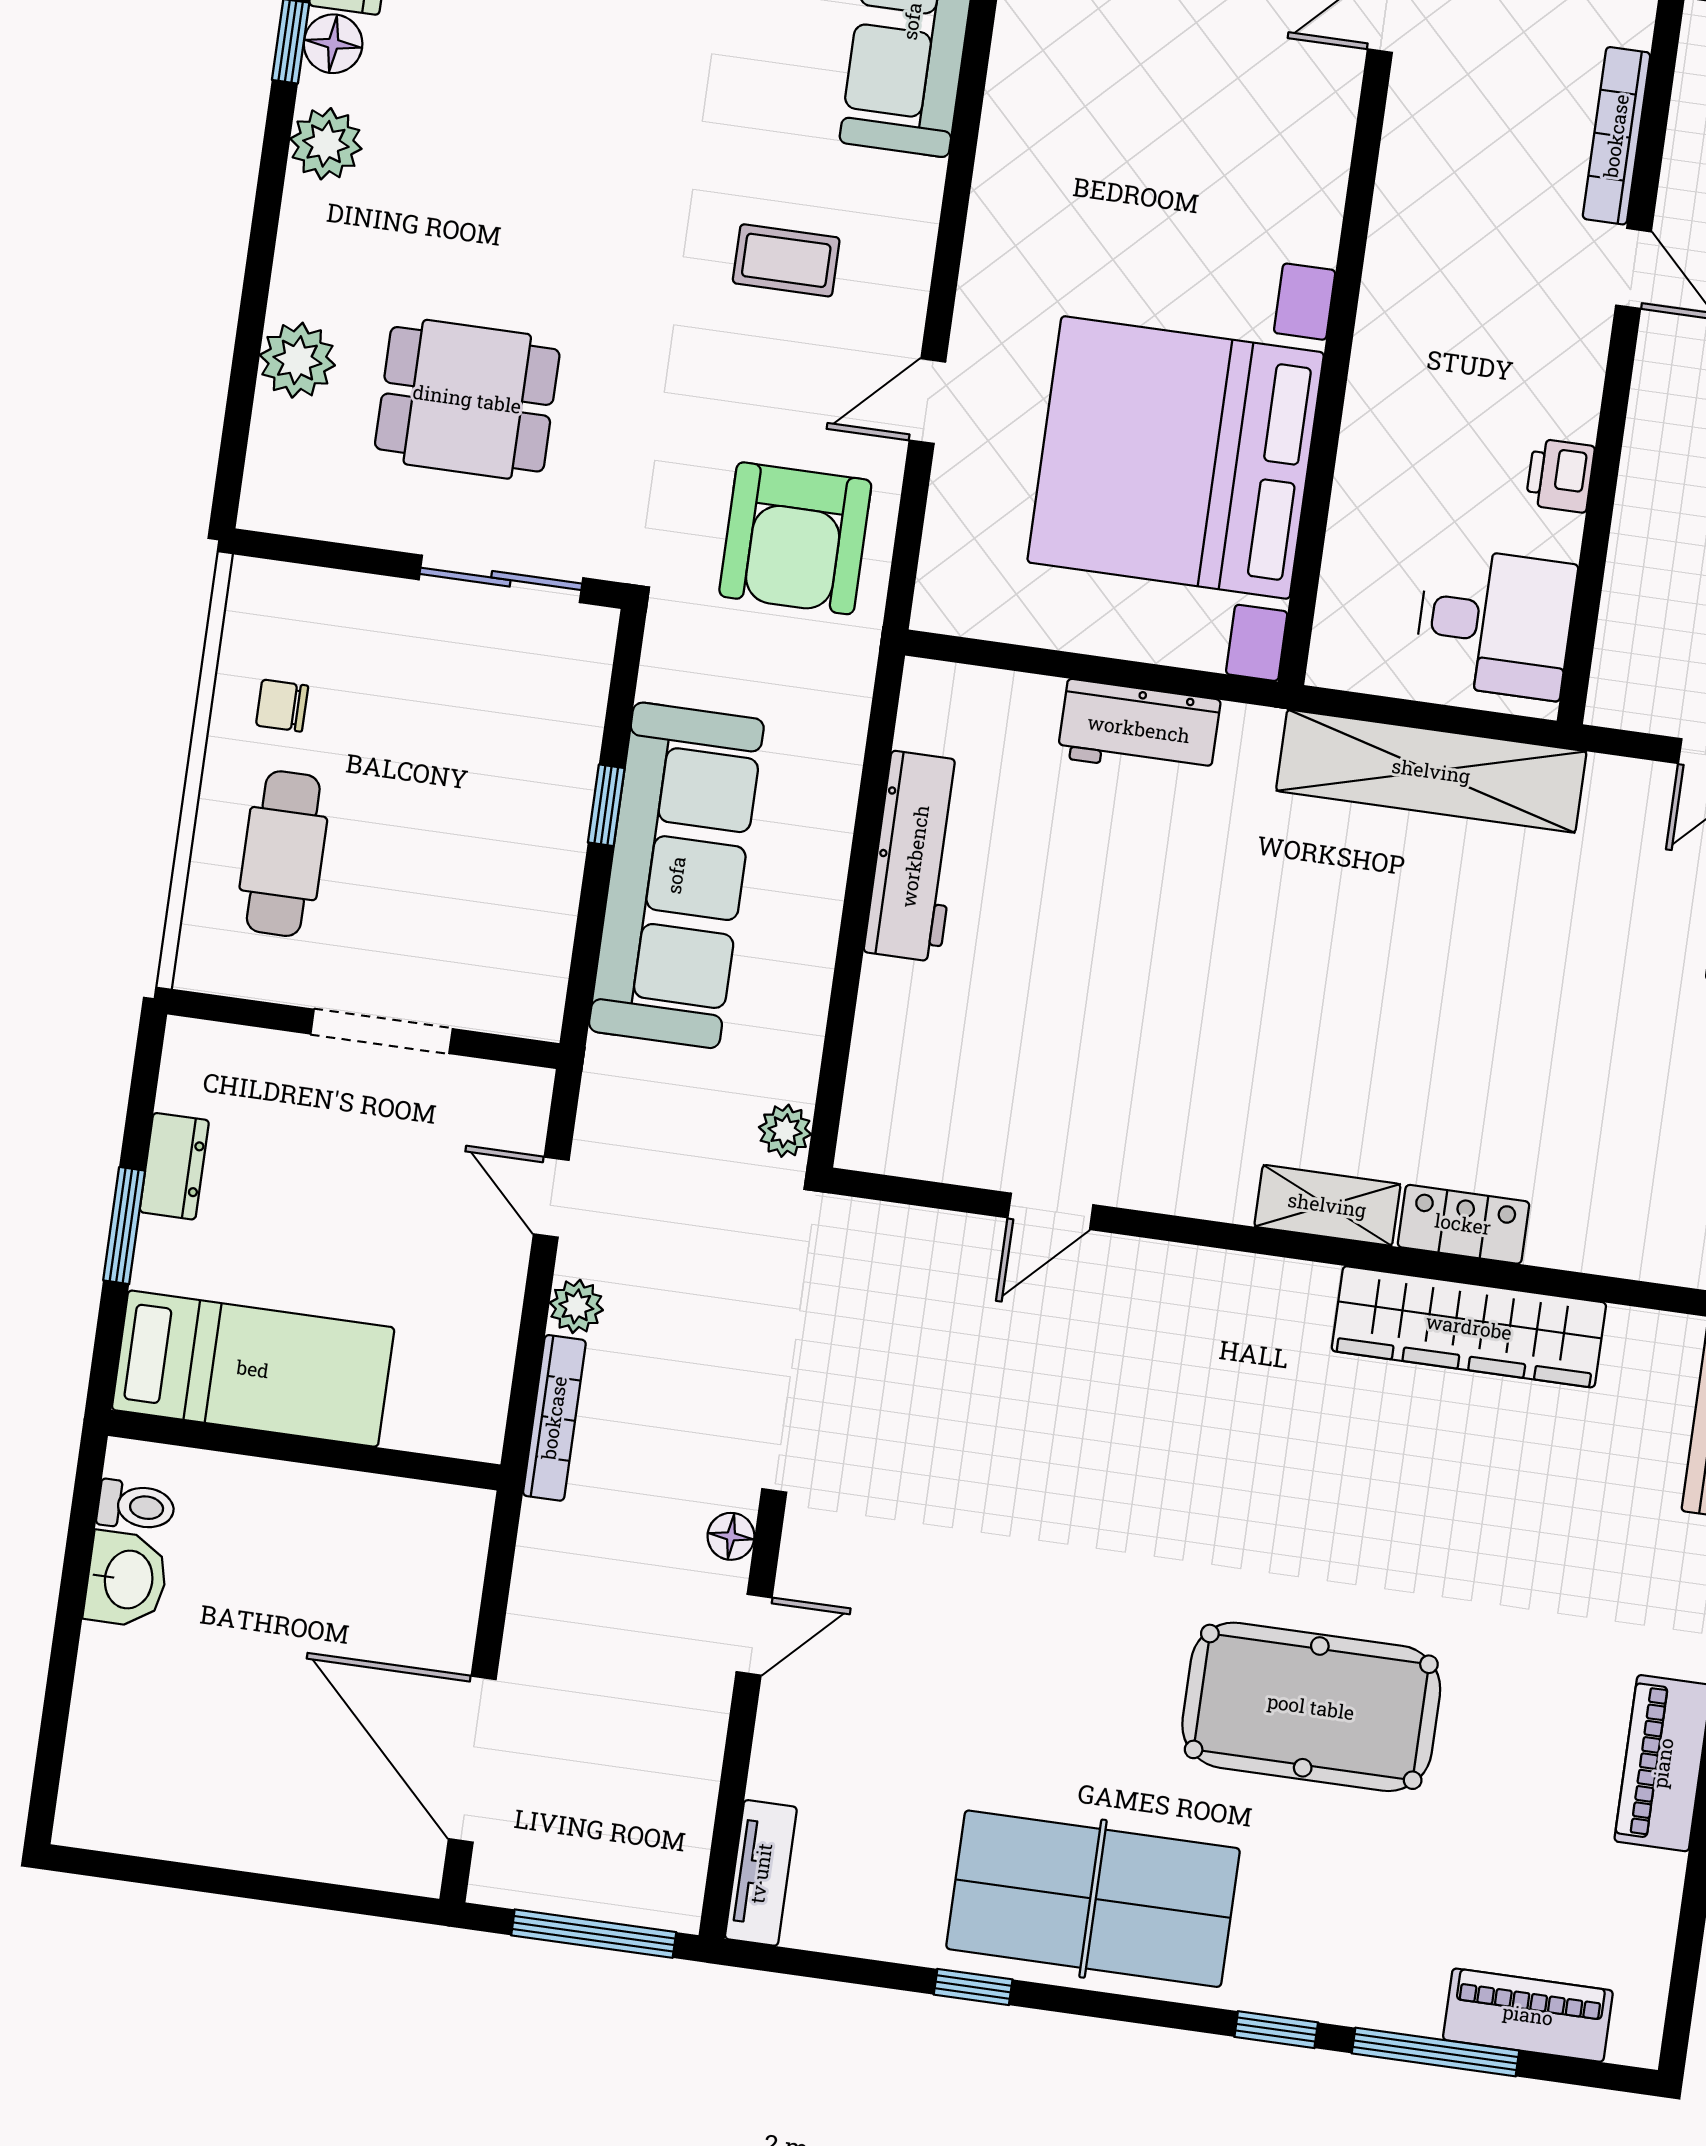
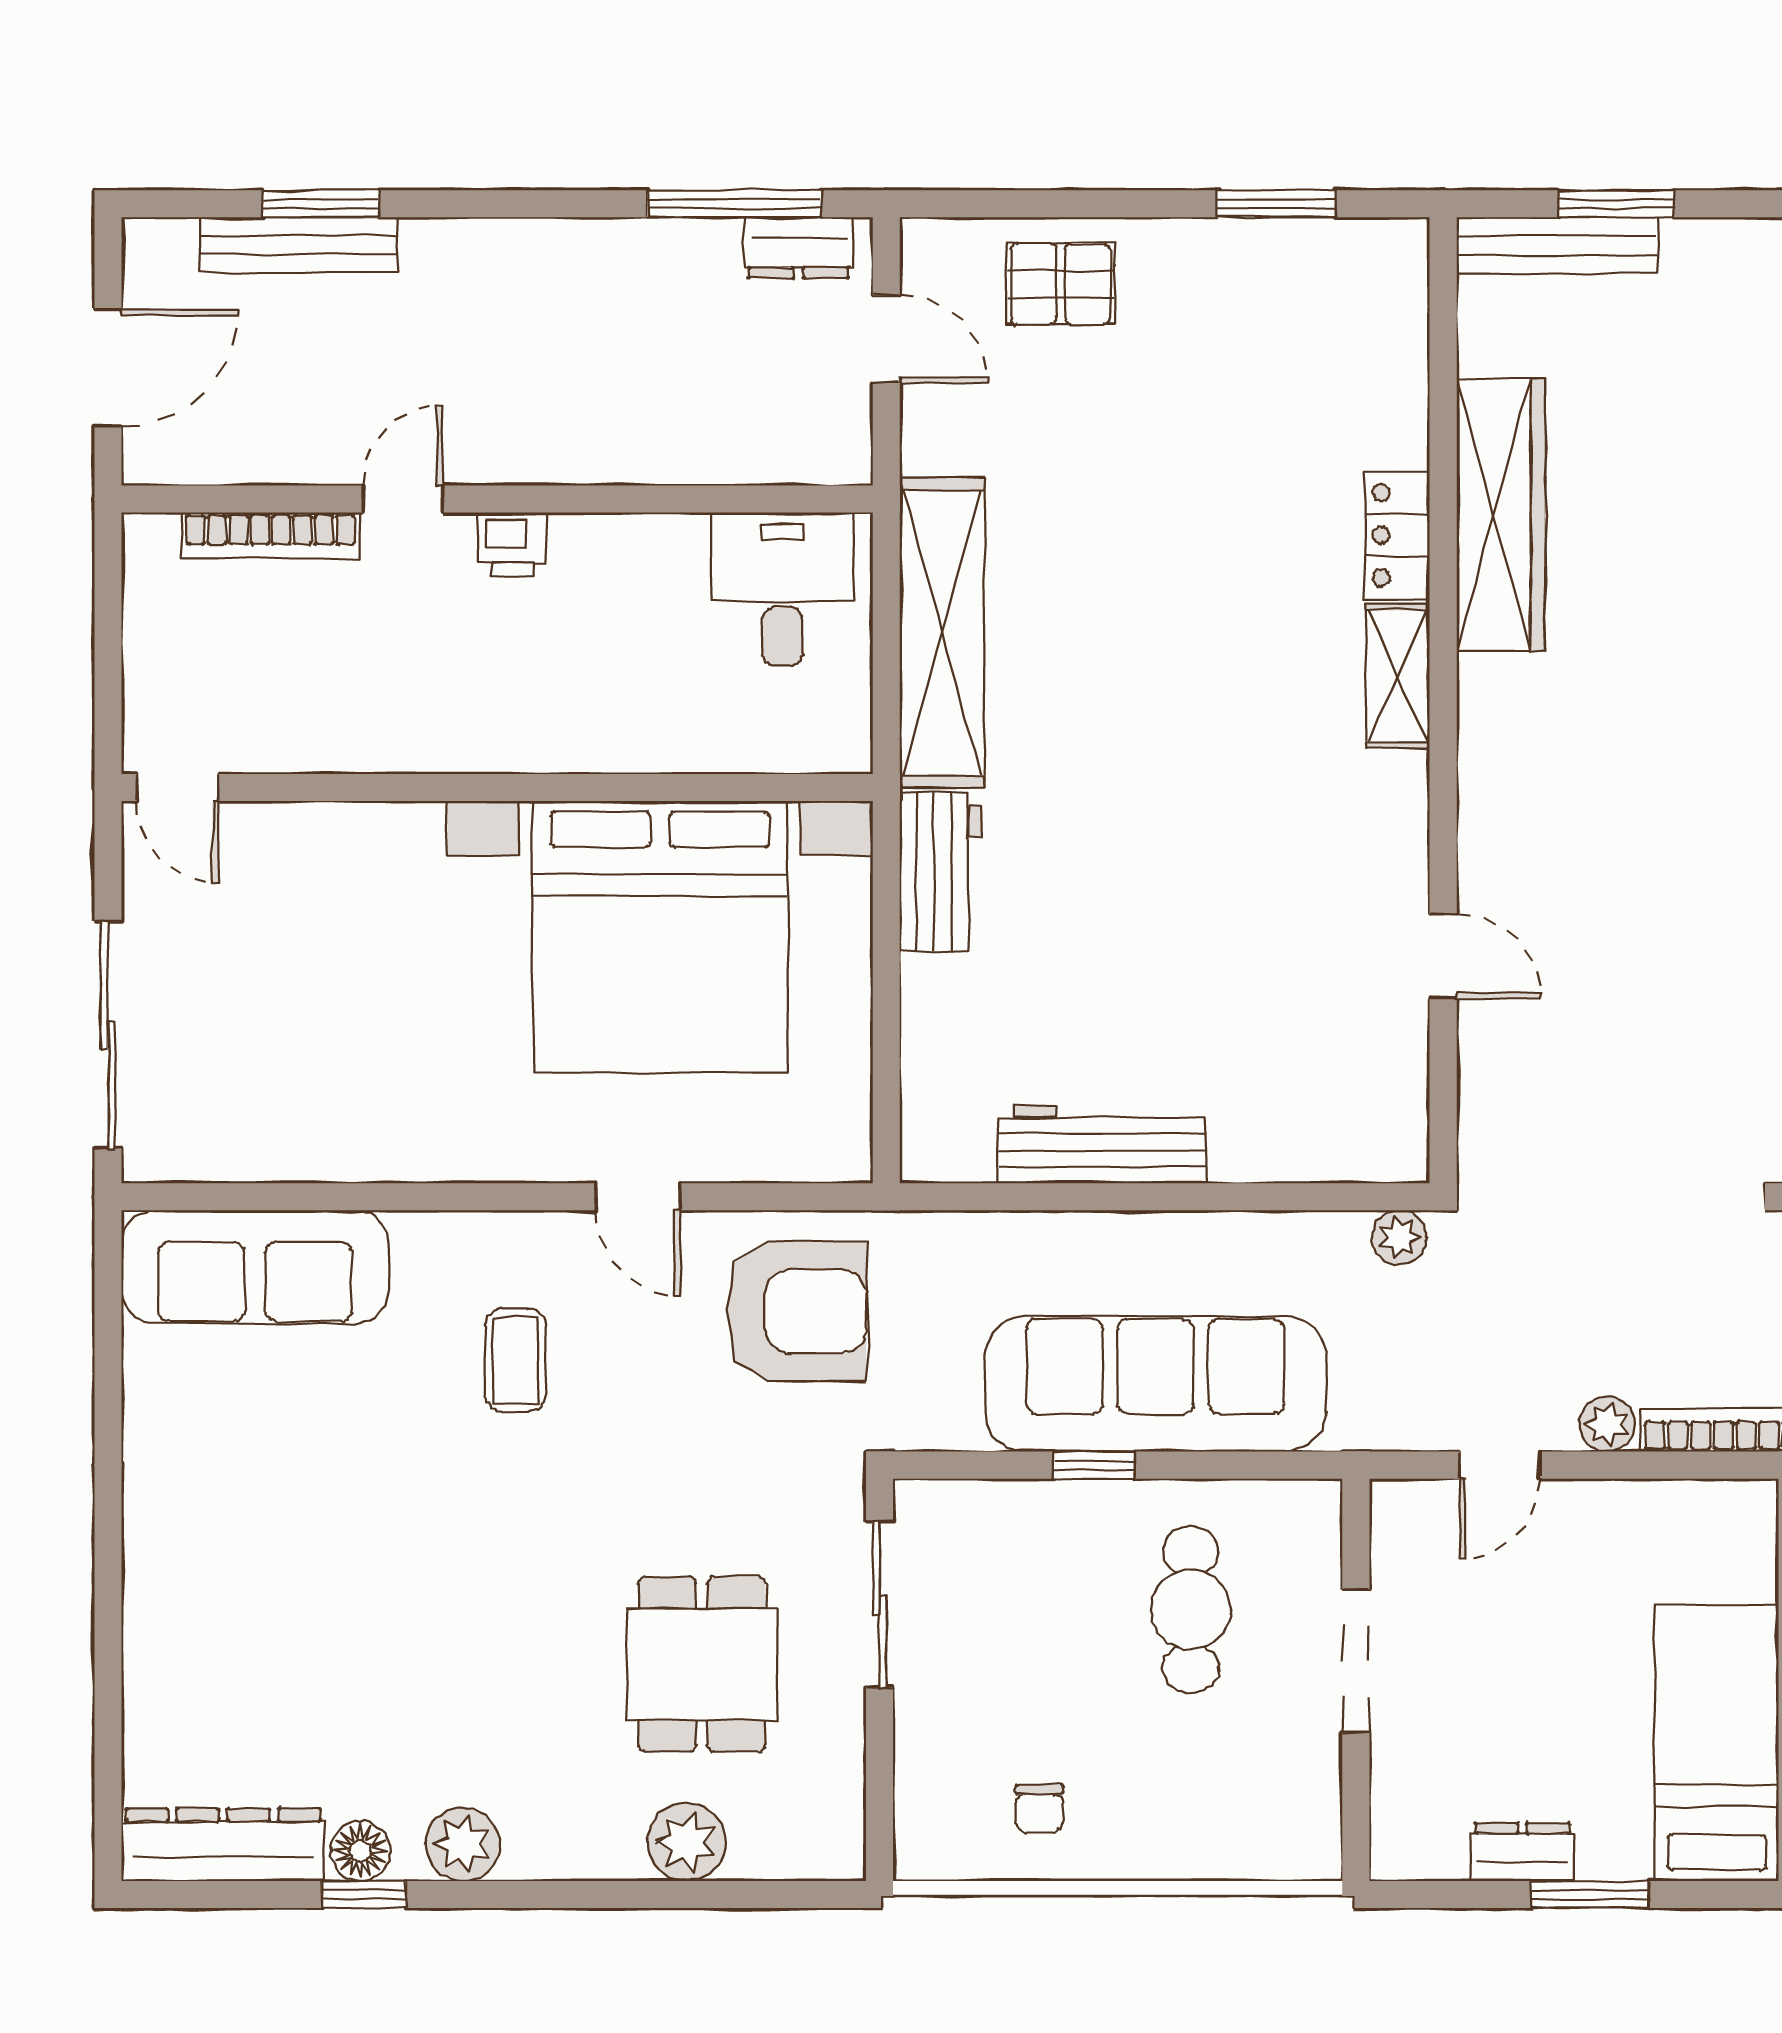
printer: (1560, 475) -> (512, 544), moved
workbench: (1139, 729) -> (941, 872), moved
cafe table: (283, 854) -> (1191, 1610), moved, turned 90

